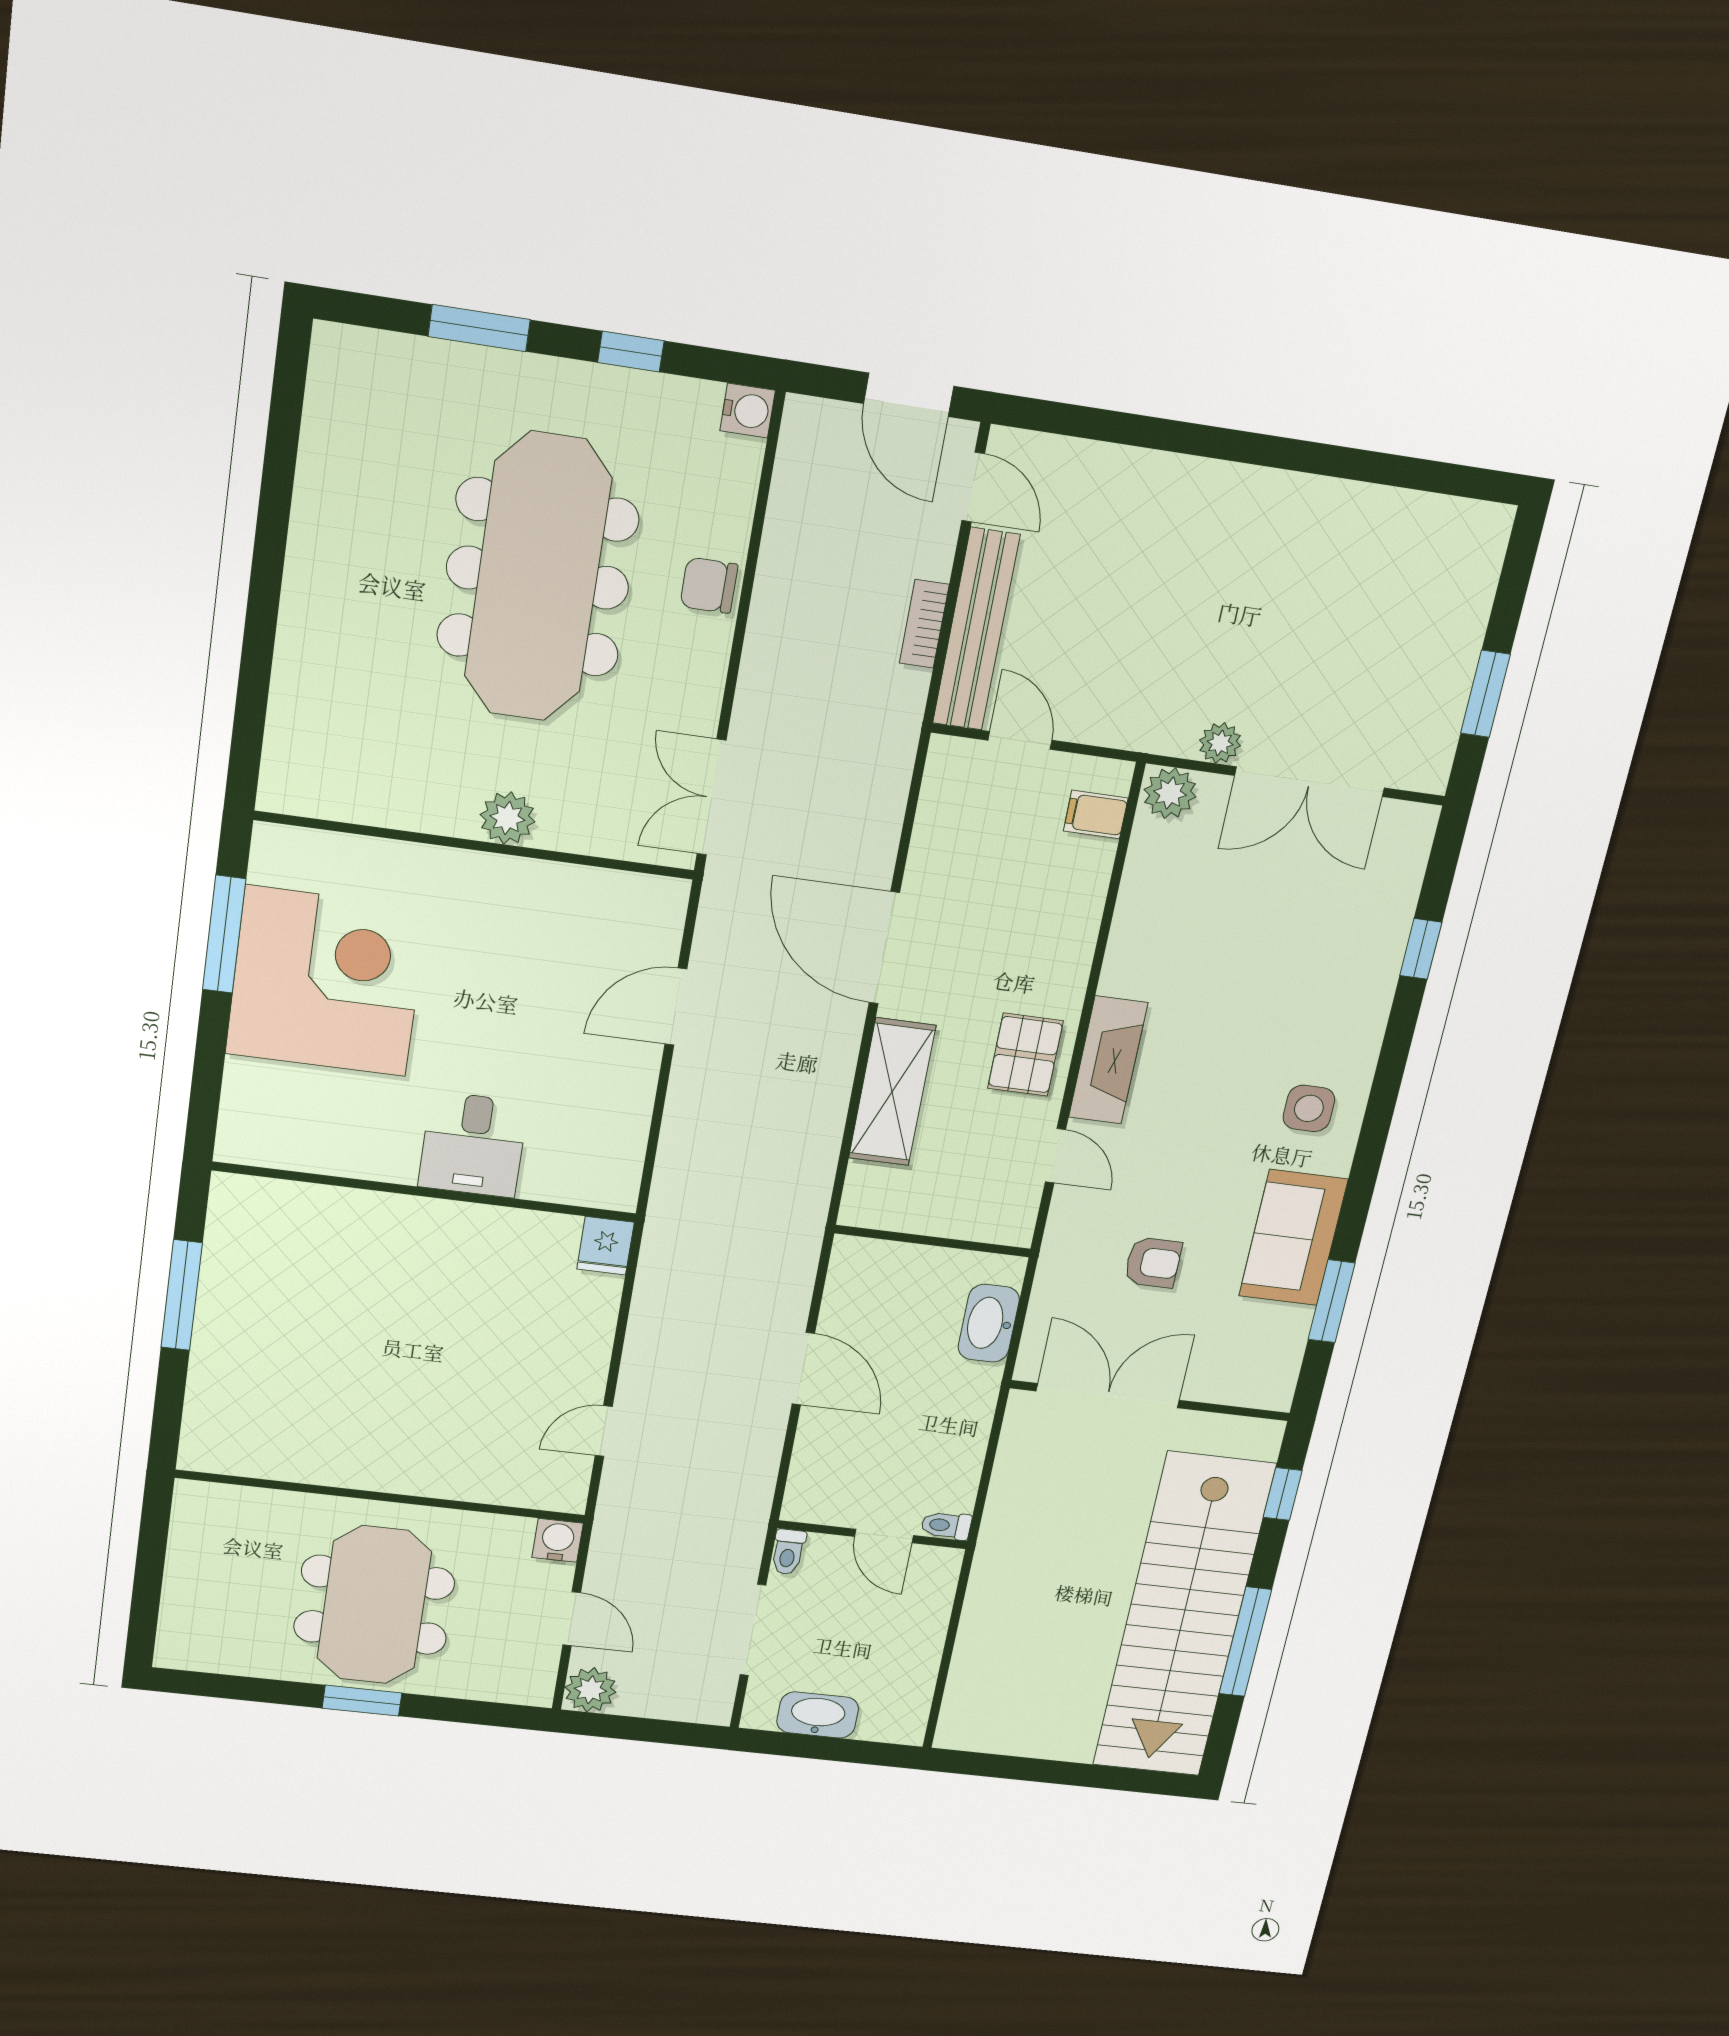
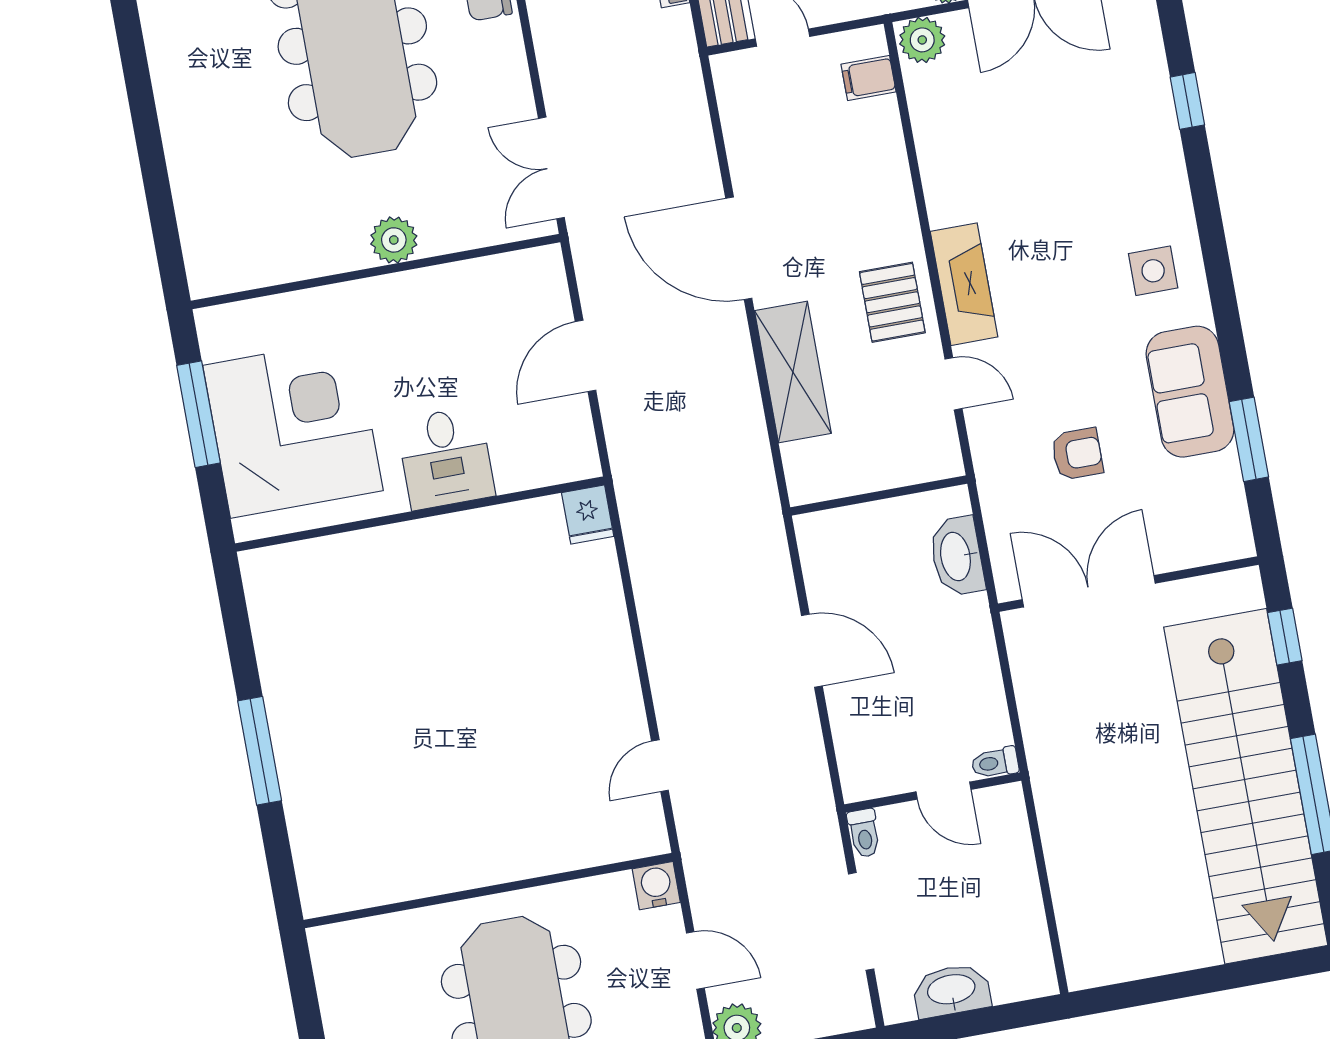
desk: (473, 1145) -> (446, 458), moved
wall: (425, 1192) -> (420, 514), moved
fridge: (605, 1246) -> (588, 514), moved

